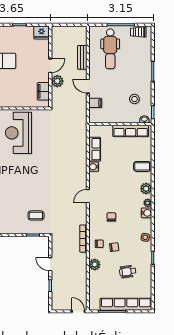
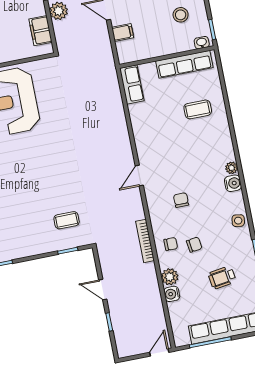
row of seats: (95, 149) -> (132, 84), moved
coffee table: (142, 166) -> (198, 109), moved
water cooler: (94, 167) -> (172, 294), moved
plant: (146, 189) -> (225, 147), removed
door: (78, 311) -> (159, 352), hinge flipped

